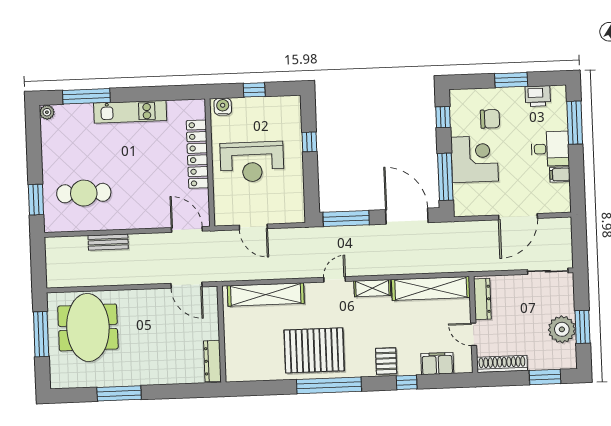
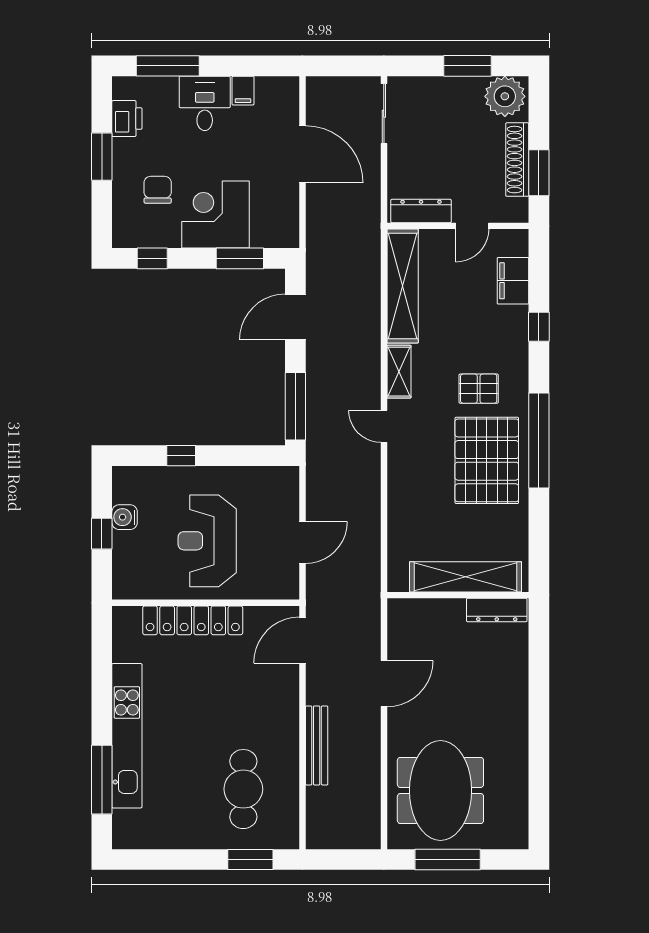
water cooler: (223, 107) -> (125, 517), moved
plant: (47, 112) -> (123, 838), removed
kitchen unit: (130, 112) -> (127, 736), width x1.36
reception desk: (252, 162) -> (207, 541), turned 180
window: (445, 177) -> (240, 258), width x0.69
door: (407, 216) -> (295, 317), width x0.73
bench: (108, 242) -> (317, 745), width x1.36
door: (186, 285) -> (384, 684), moved
shelving: (266, 295) -> (466, 577), moved, turned 90
meeting table: (88, 327) -> (440, 790), turned 90
plant: (562, 329) -> (505, 96), moved
pallet: (386, 361) -> (479, 389), moved
shoe rack: (502, 364) -> (517, 160), moved
window: (545, 377) -> (539, 173), moved
window: (119, 393) -> (539, 749), removed

